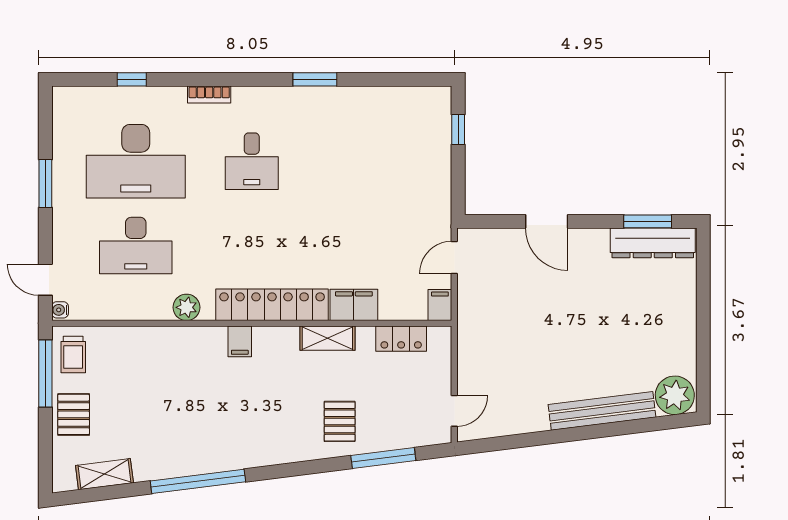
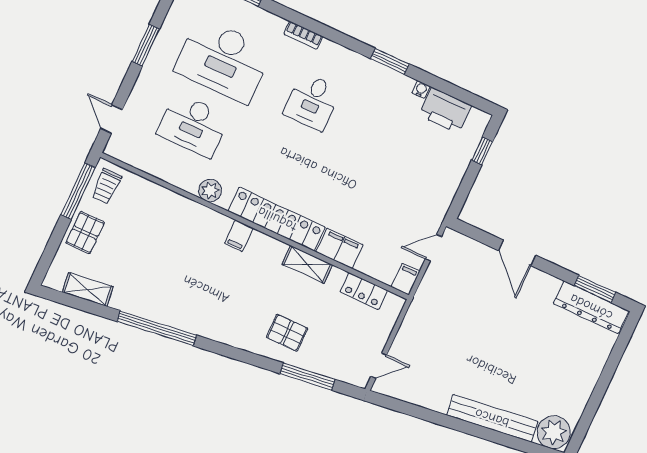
printer: (399, 105) -> (445, 110), added
water cooler: (60, 310) -> (421, 89), moved, turned 90
pallet: (340, 421) -> (287, 333), turned 90

